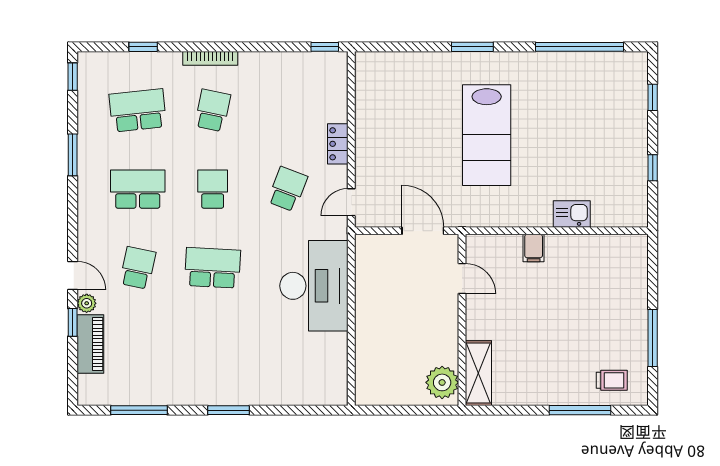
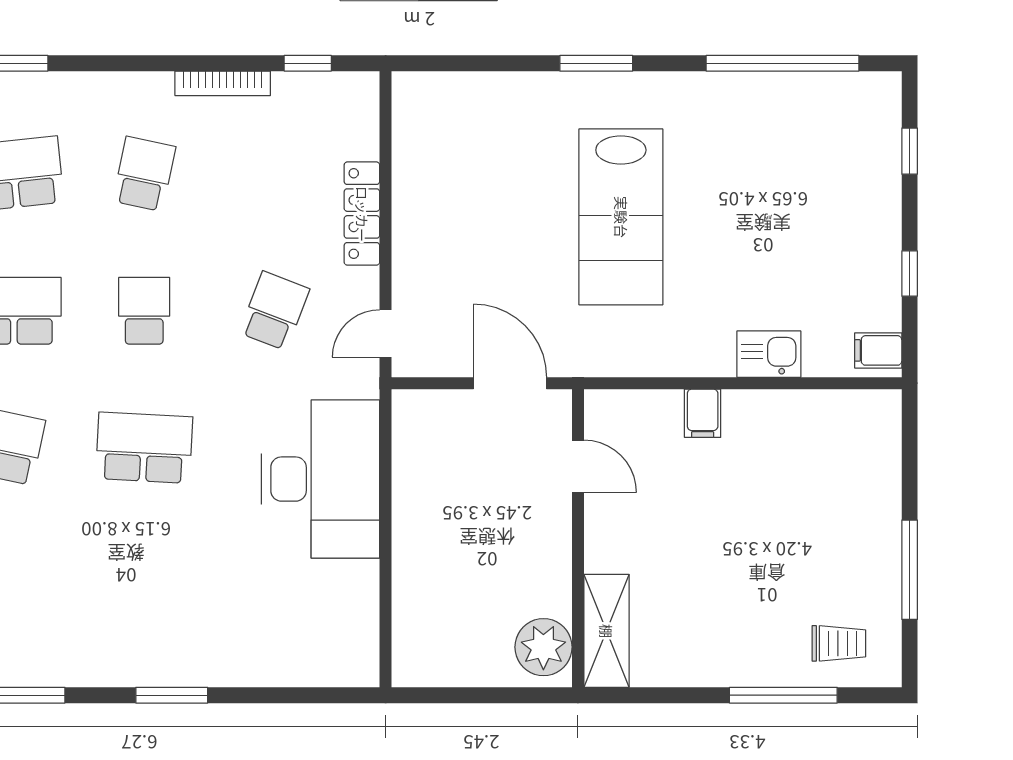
window: (325, 47) -> (308, 63), moved
bookcase: (210, 58) -> (223, 83), moved
locker: (338, 144) -> (362, 214), width x1.53
filing cabinet: (635, 212) -> (878, 350), added

